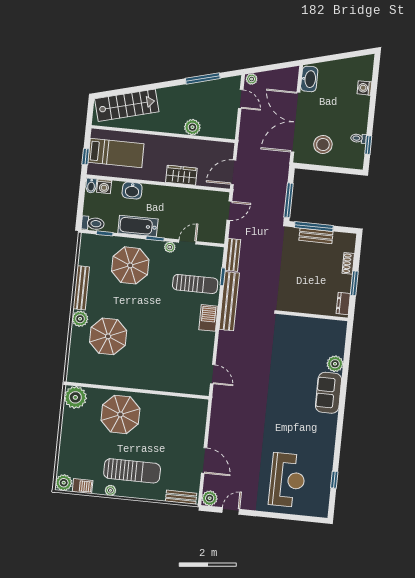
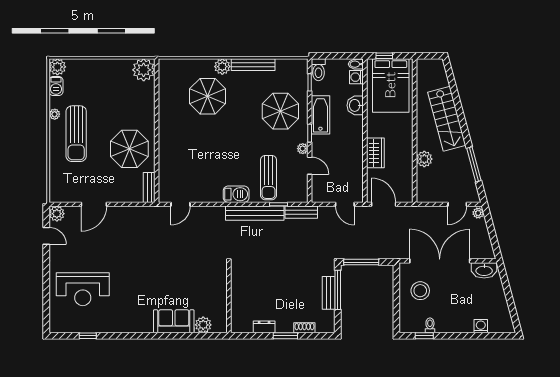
stairs: (127, 105) -> (447, 119), moved
bed: (116, 153) -> (391, 85), width x1.50
wall: (313, 316) -> (229, 298), moved
parasol: (120, 414) -> (129, 149), moved
bench: (181, 497) -> (149, 187), moved

